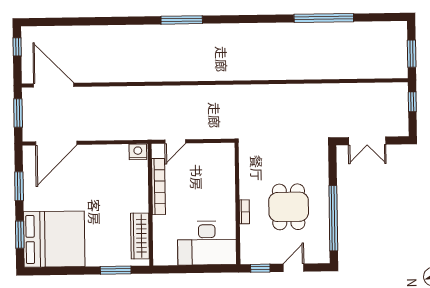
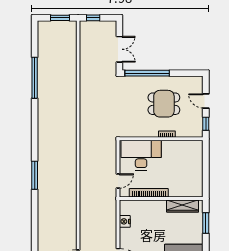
door: (175, 141) -> (118, 181), hinge flipped
nightstand: (138, 152) -> (125, 221), moved
window: (333, 218) -> (147, 73), moved
desk: (207, 243) -> (141, 155), moved, turned -90

